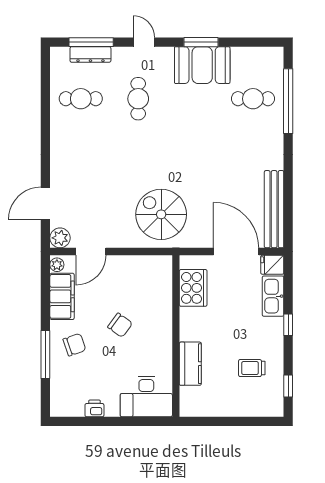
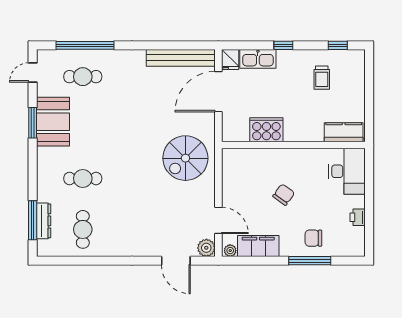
door: (144, 42) -> (33, 73), moved
cafe table: (253, 99) -> (83, 77), turned 90
cooker: (193, 288) -> (266, 130), moved
chair: (74, 345) -> (313, 238), moved, turned -71
kitchen counter: (190, 364) -> (344, 132), moved

